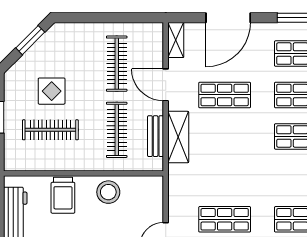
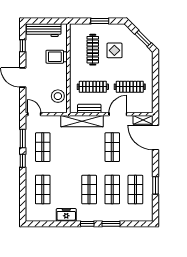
door: (228, 18) -> (155, 137), moved
shelving: (178, 137) -> (82, 121), width x1.47
stool: (108, 192) -> (58, 96), moved

